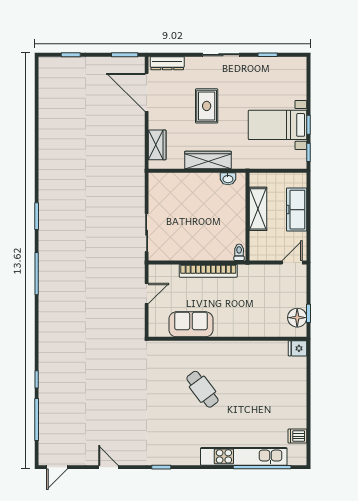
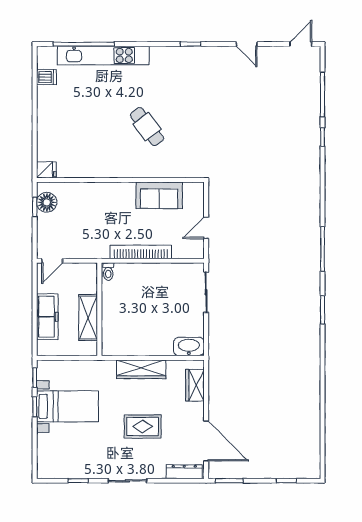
rug: (207, 106) -> (143, 426), turned 90
washbasin: (228, 179) -> (189, 347), moved, width x1.91, depth x1.45

